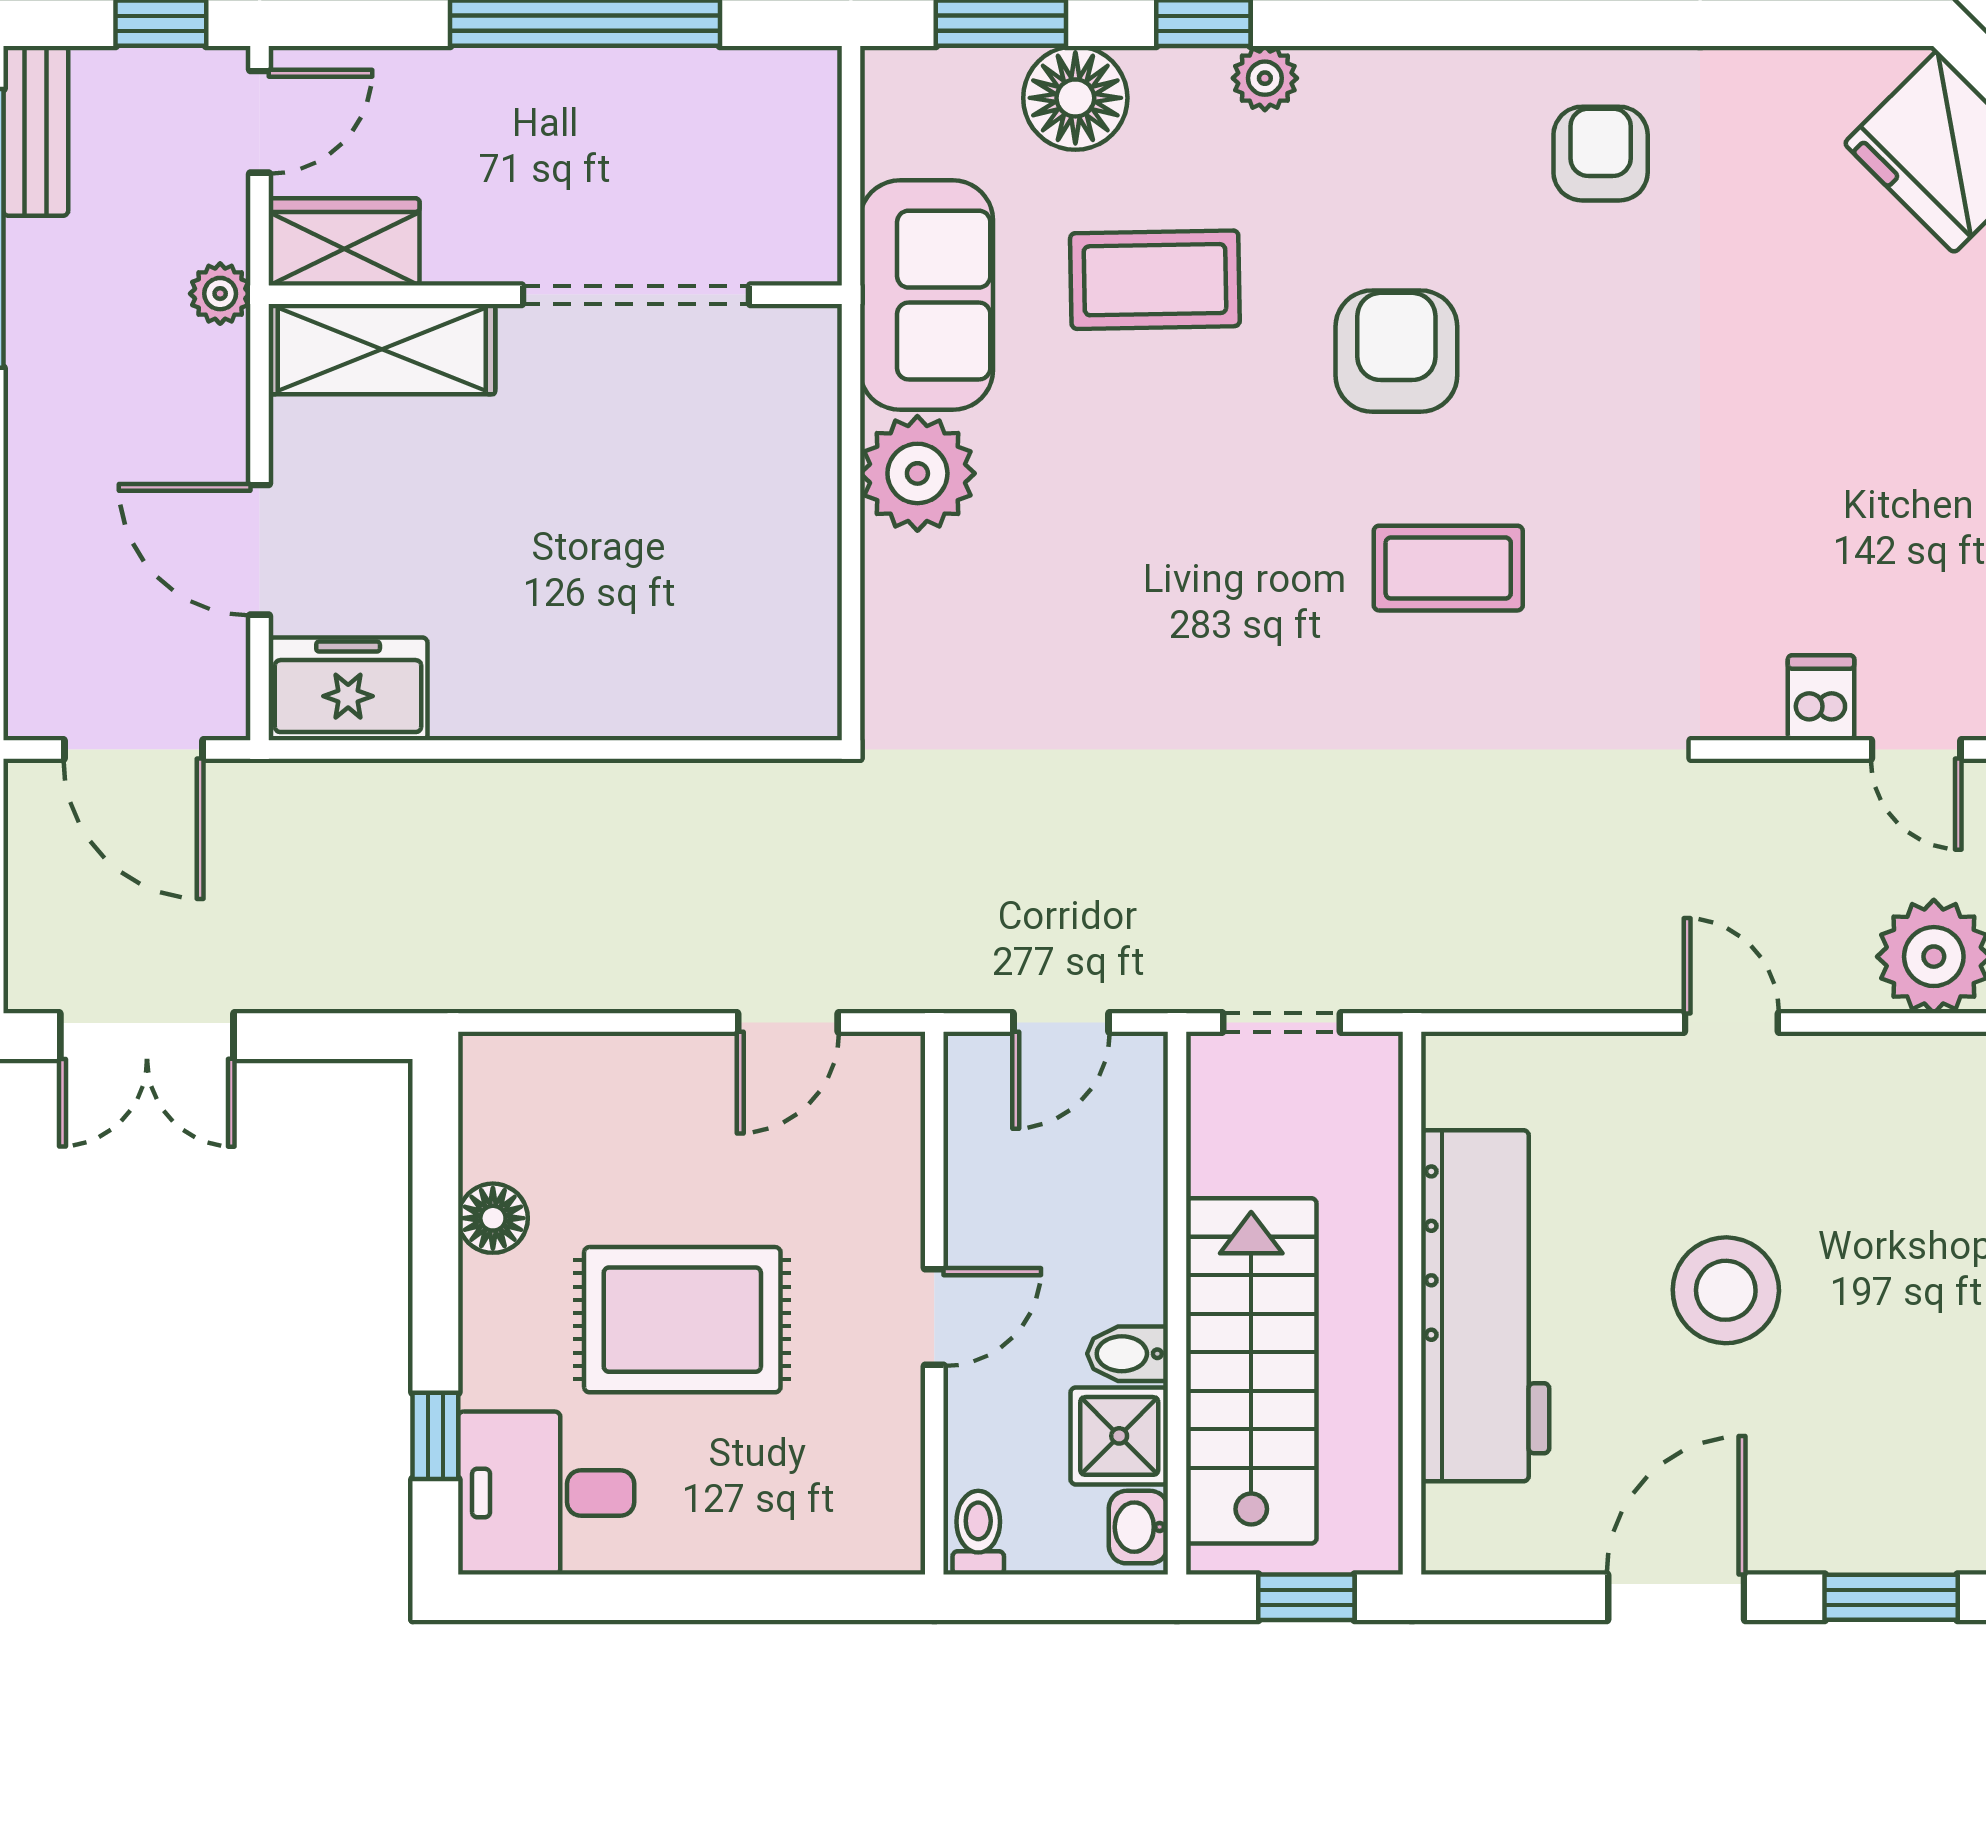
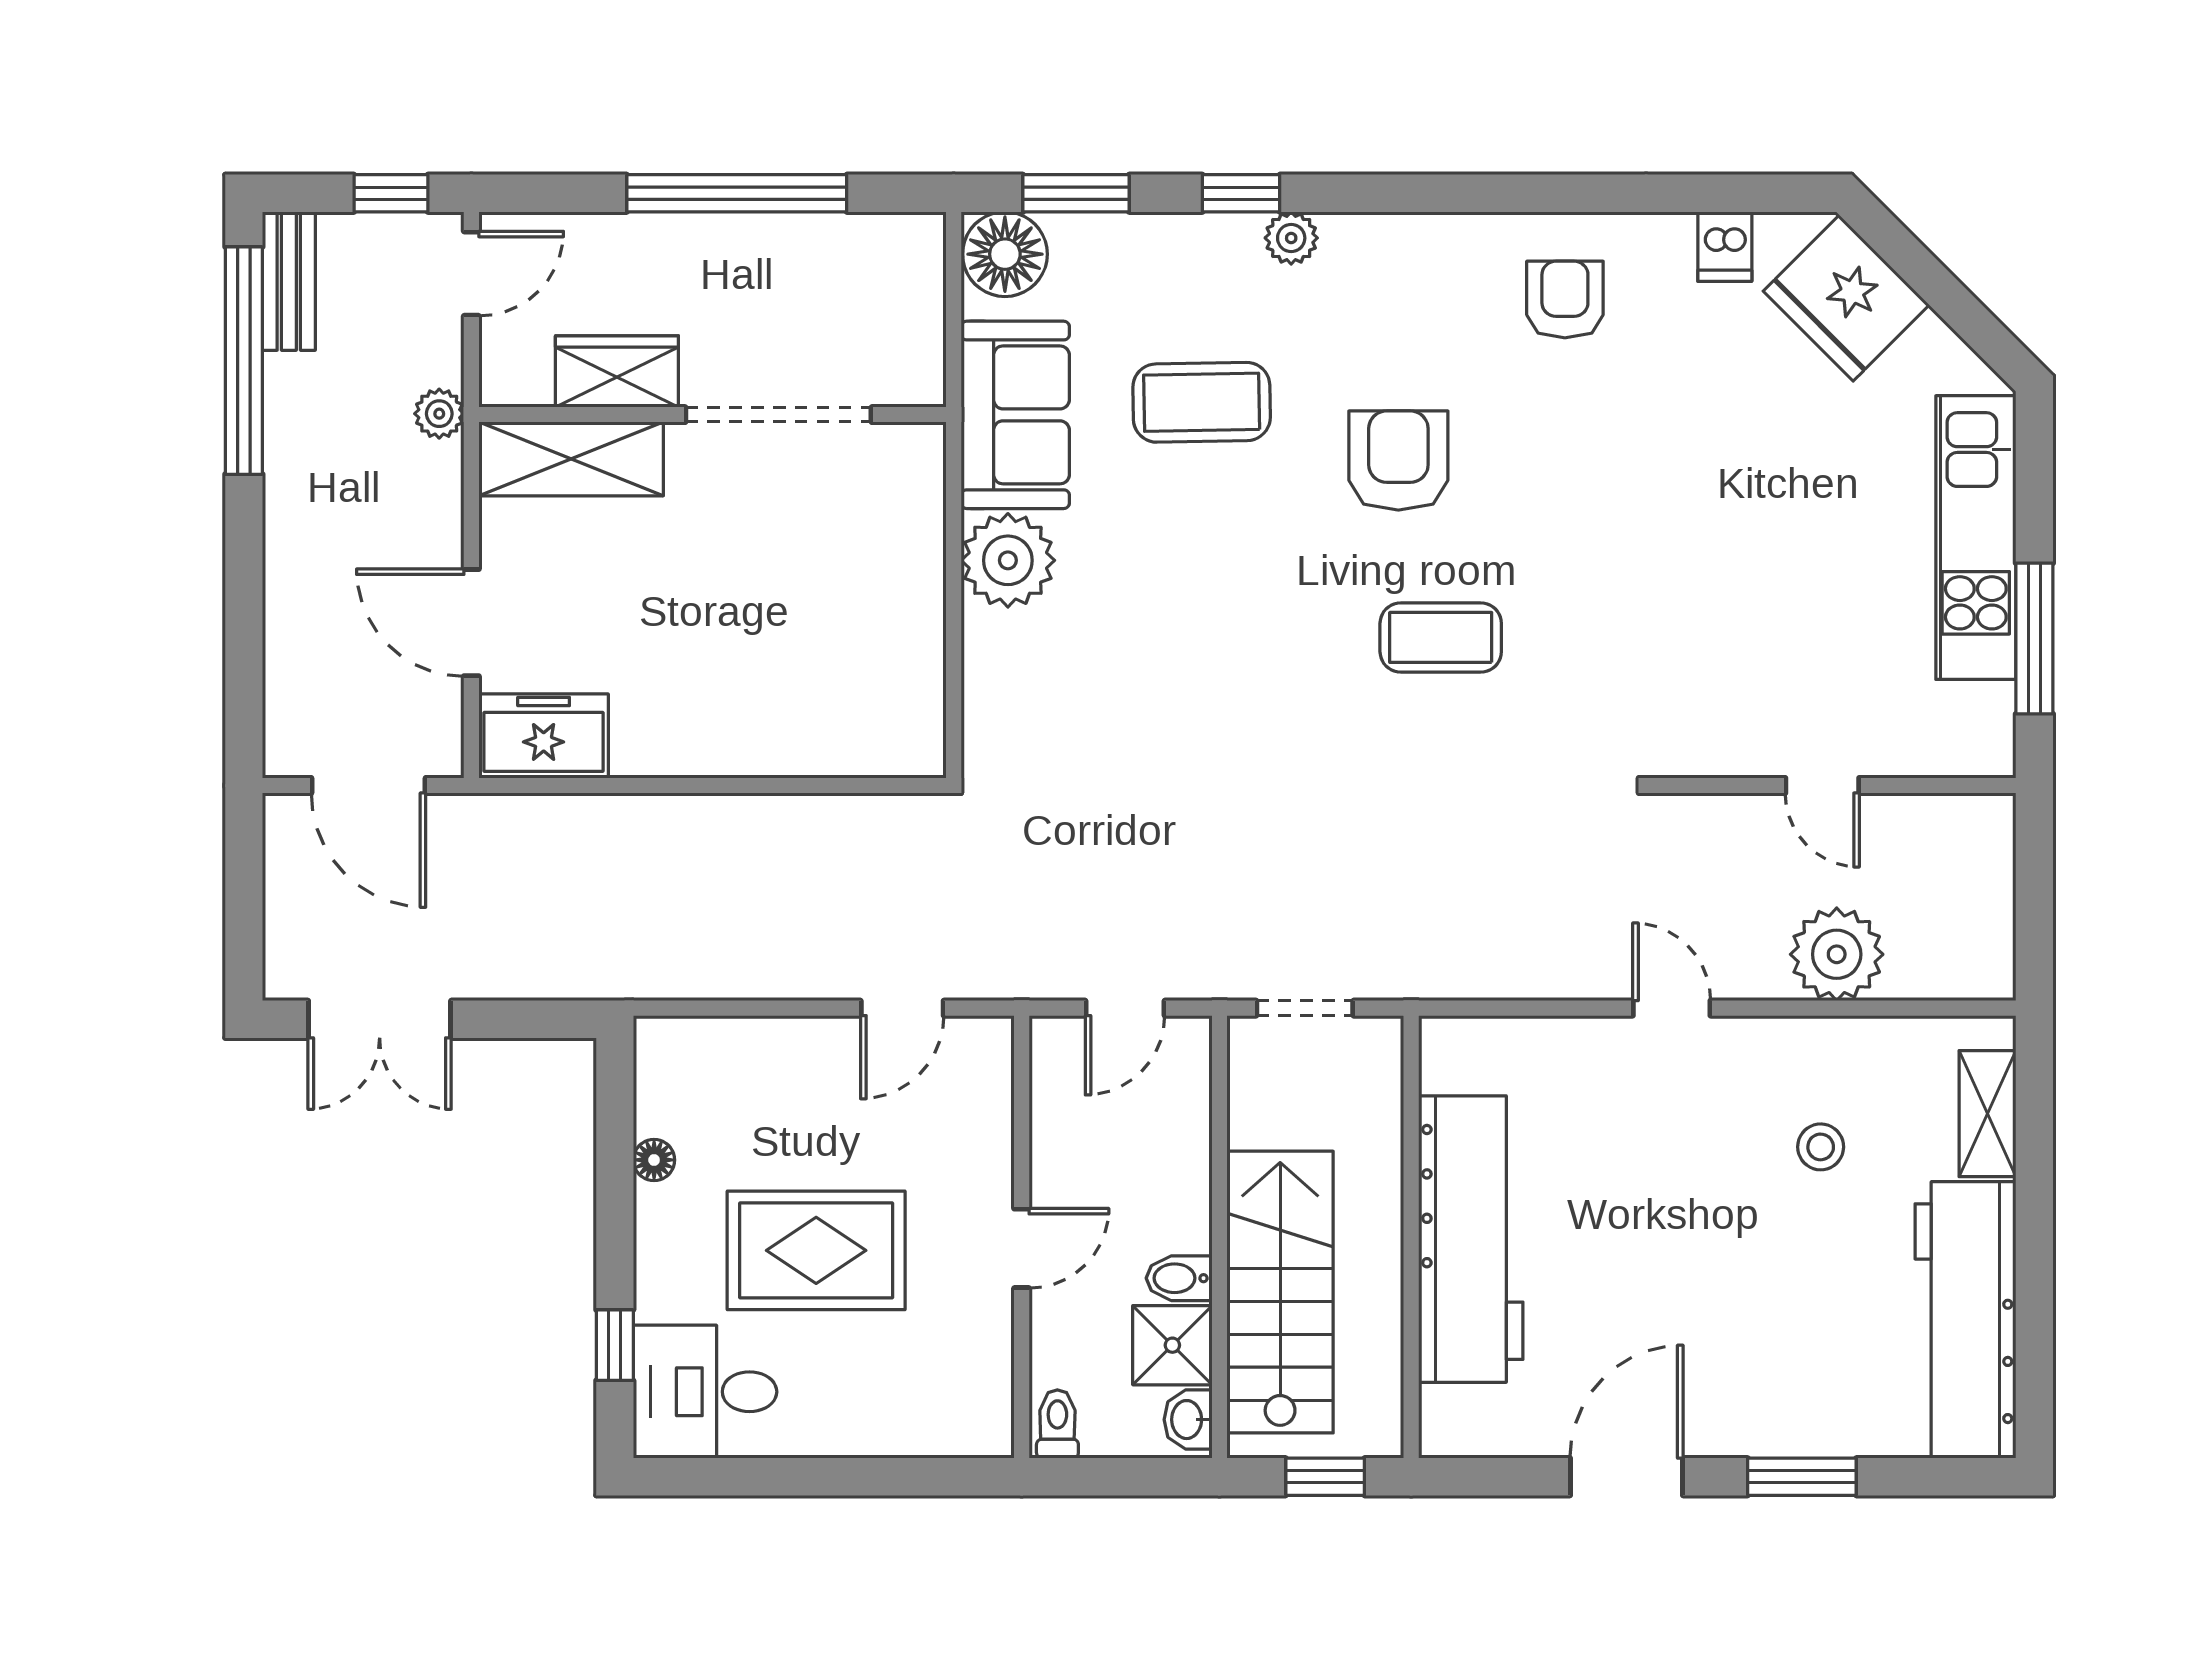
floor lamp: (1075, 98) -> (1005, 254), moved
wardrobe: (344, 242) -> (617, 371), moved
dishwasher: (1821, 698) -> (1725, 247), moved, turned 180
floor lamp: (493, 1218) -> (654, 1160), width x0.73, depth x0.73
stool: (1726, 1290) -> (1821, 1147), moved, width x0.53, depth x0.53

